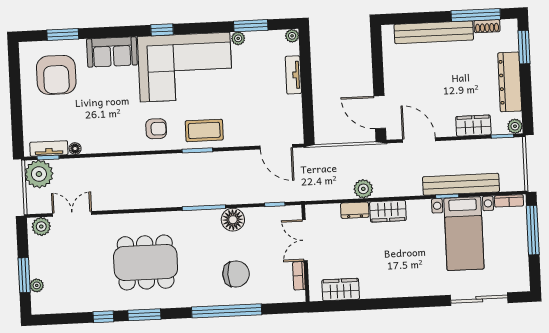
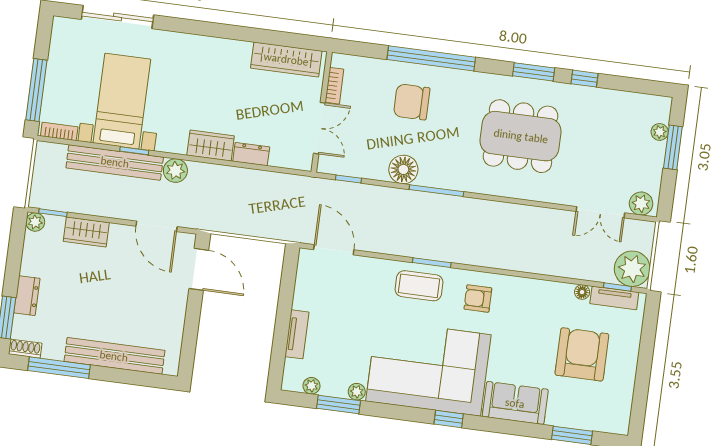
shoe rack: (487, 26) -> (25, 349), moved
plant: (292, 36) -> (311, 386), moved
armchair: (56, 75) -> (582, 354), moved
dresser: (510, 82) -> (27, 296), width x0.51, depth x0.80
plant: (363, 189) -> (175, 171), moved
wardrobe: (341, 290) -> (286, 59), width x1.50

